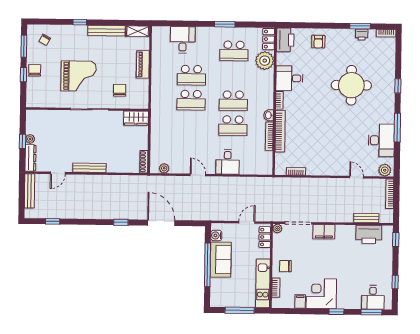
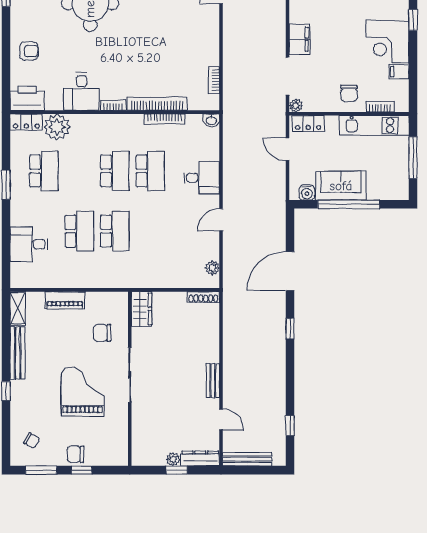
washbasin: (269, 115) -> (211, 120), moved
bench: (89, 168) -> (213, 381), width x0.73

